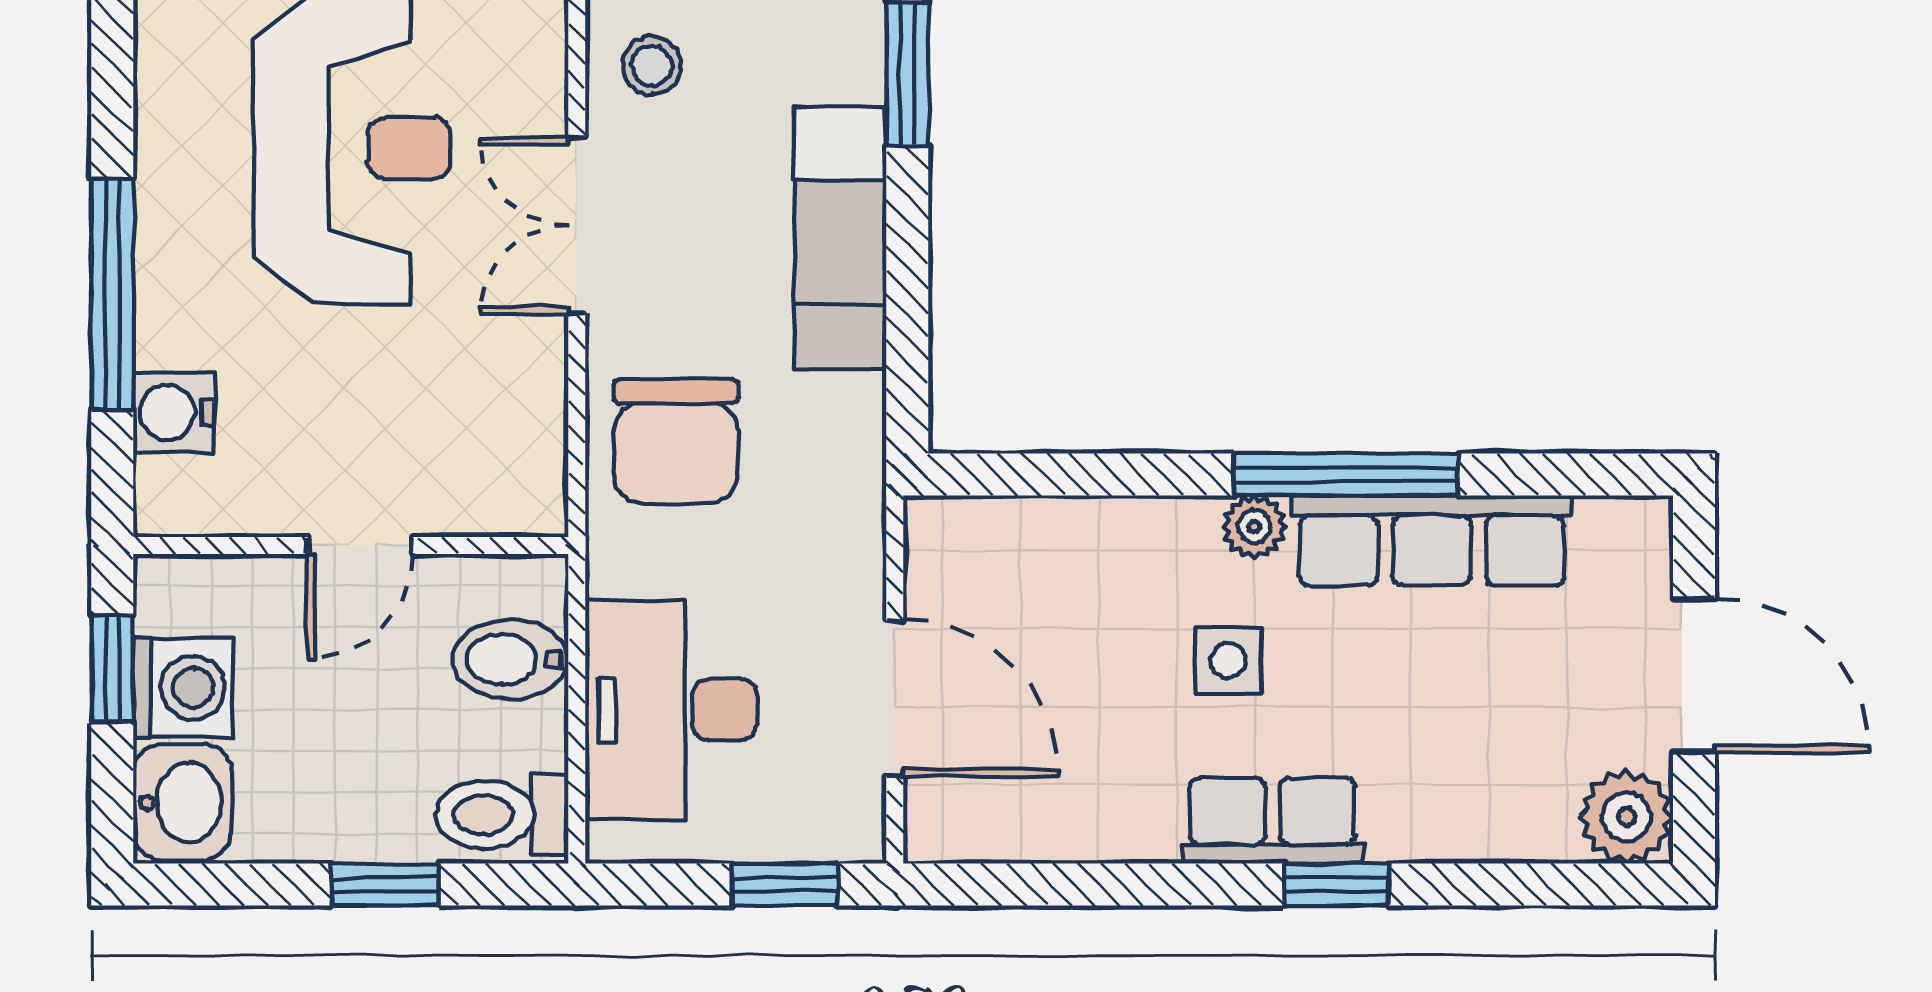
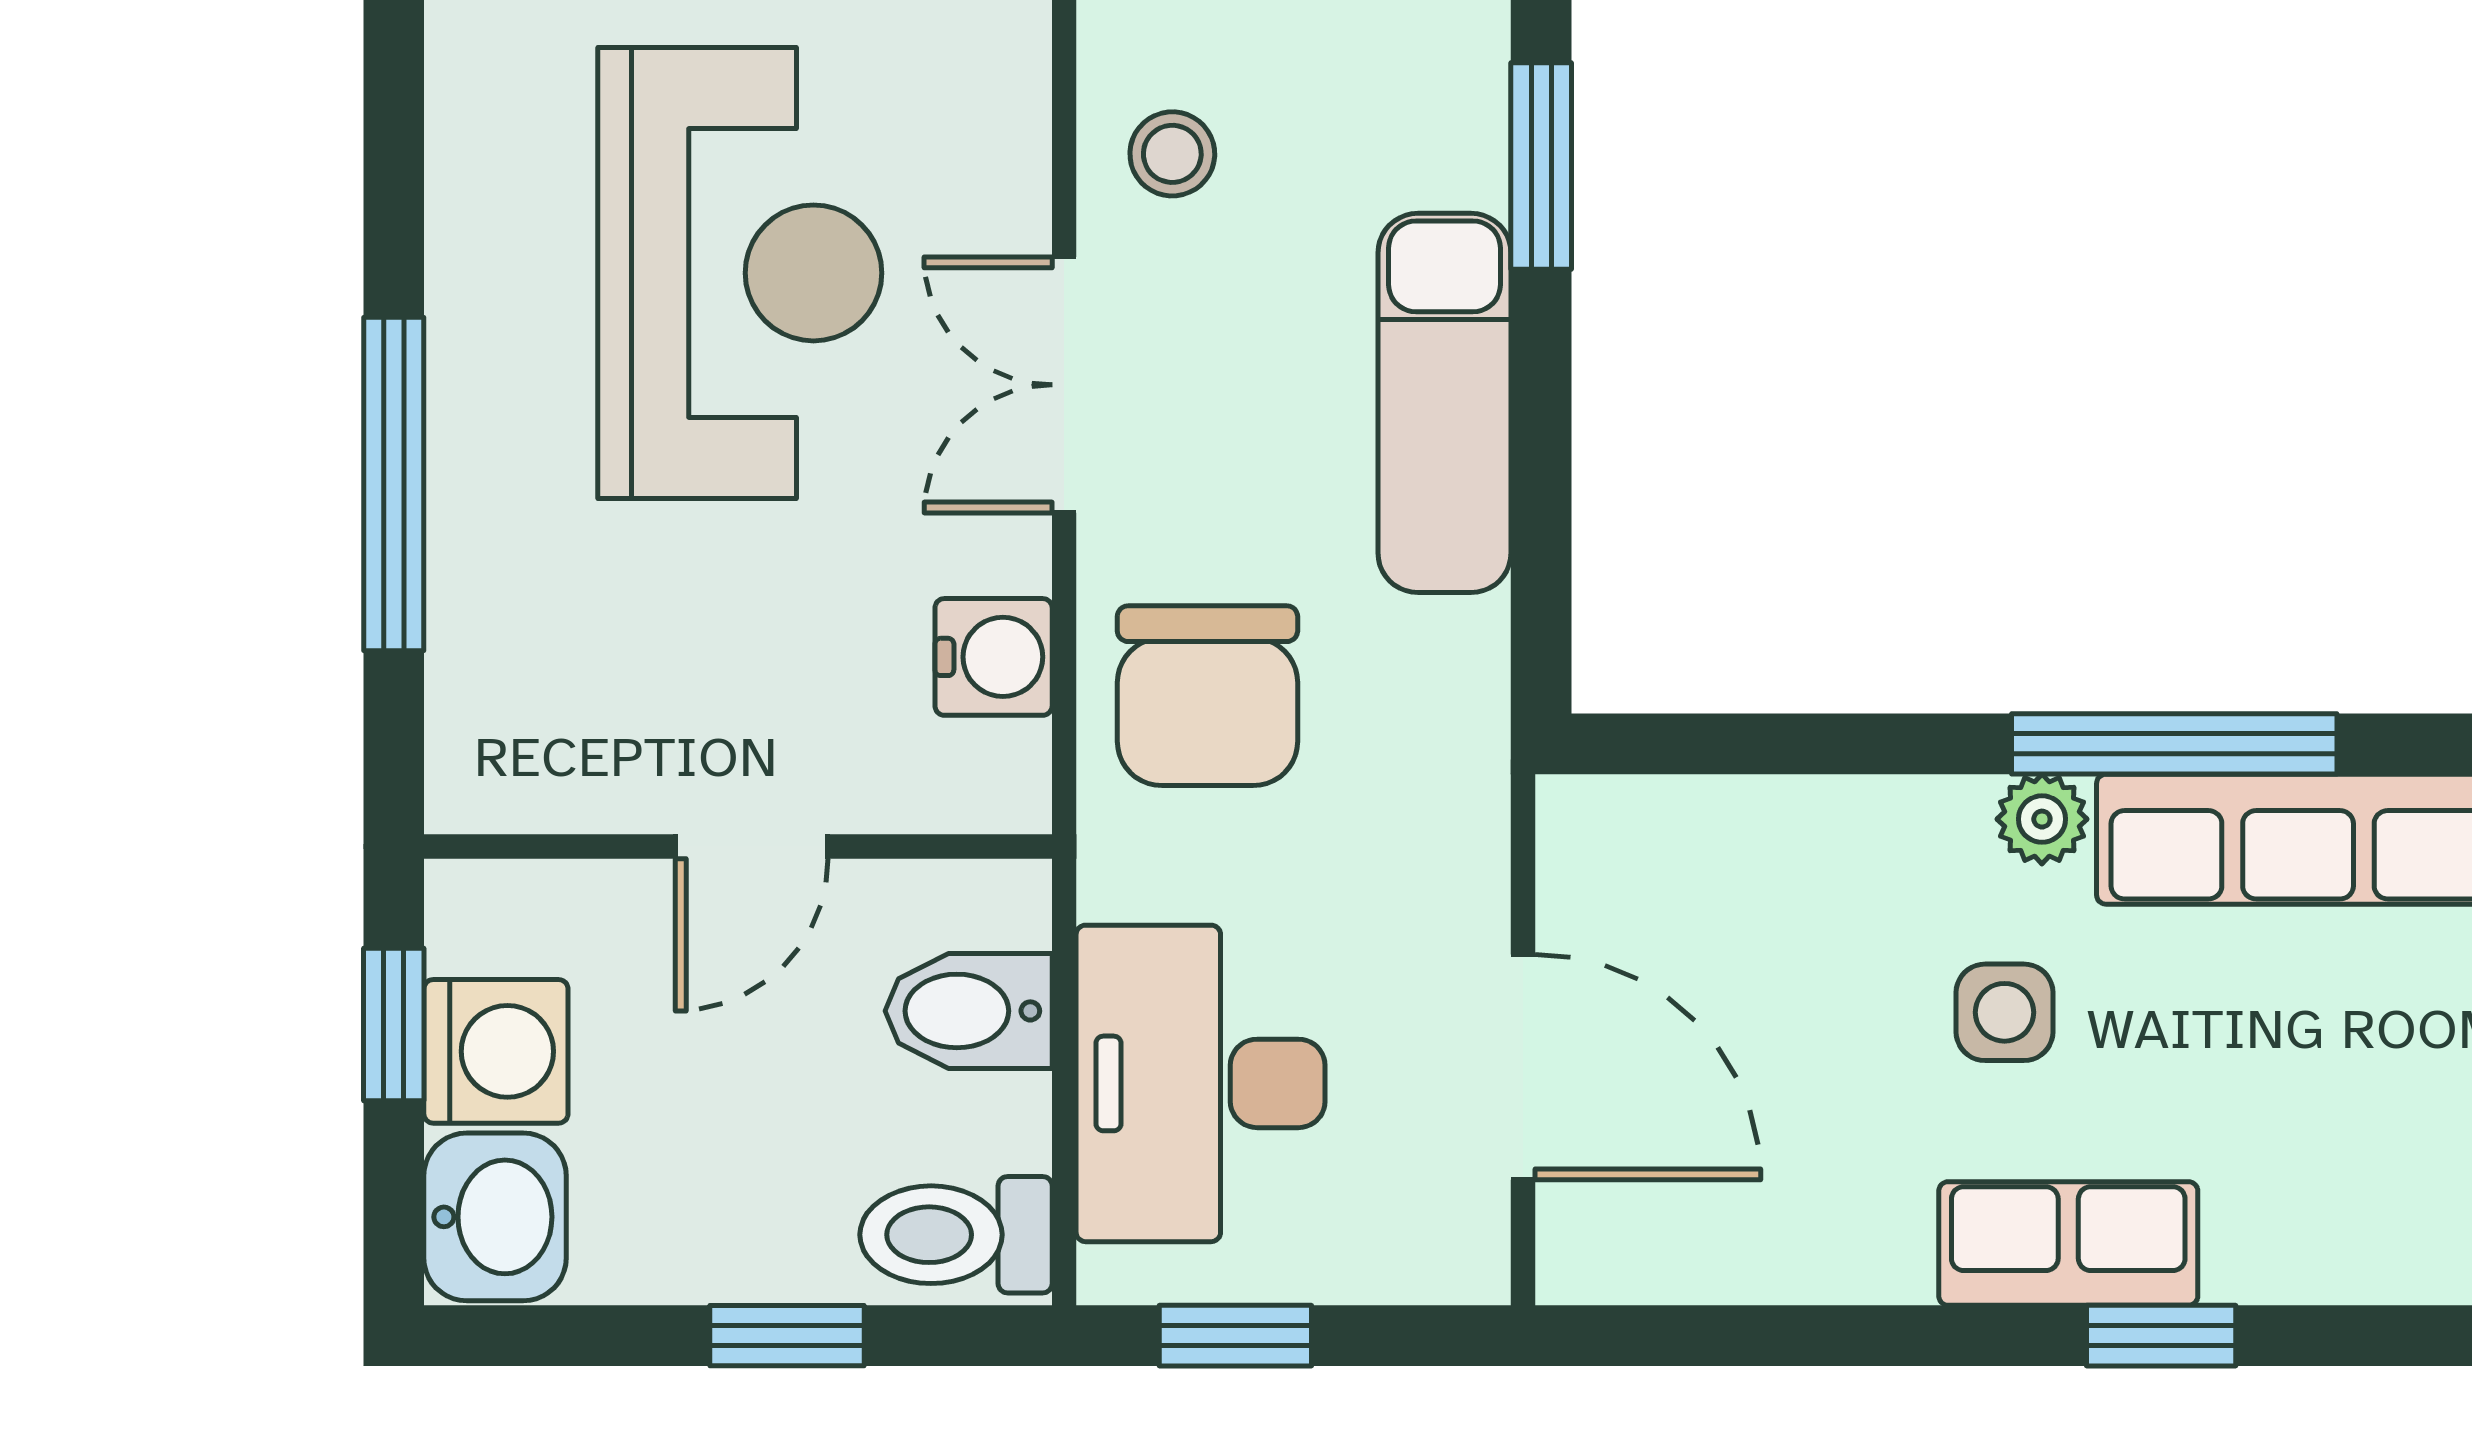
water cooler: (174, 413) -> (994, 657), moved, turned 180
window: (785, 885) -> (1235, 1336), moved

